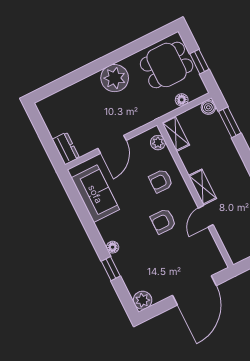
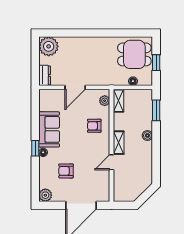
plant: (115, 78) -> (49, 46), moved
boiler: (208, 107) -> (147, 136), moved
sofa: (95, 194) -> (49, 129), moved
armchair: (163, 221) -> (66, 171), moved
window: (111, 269) -> (35, 148), moved

